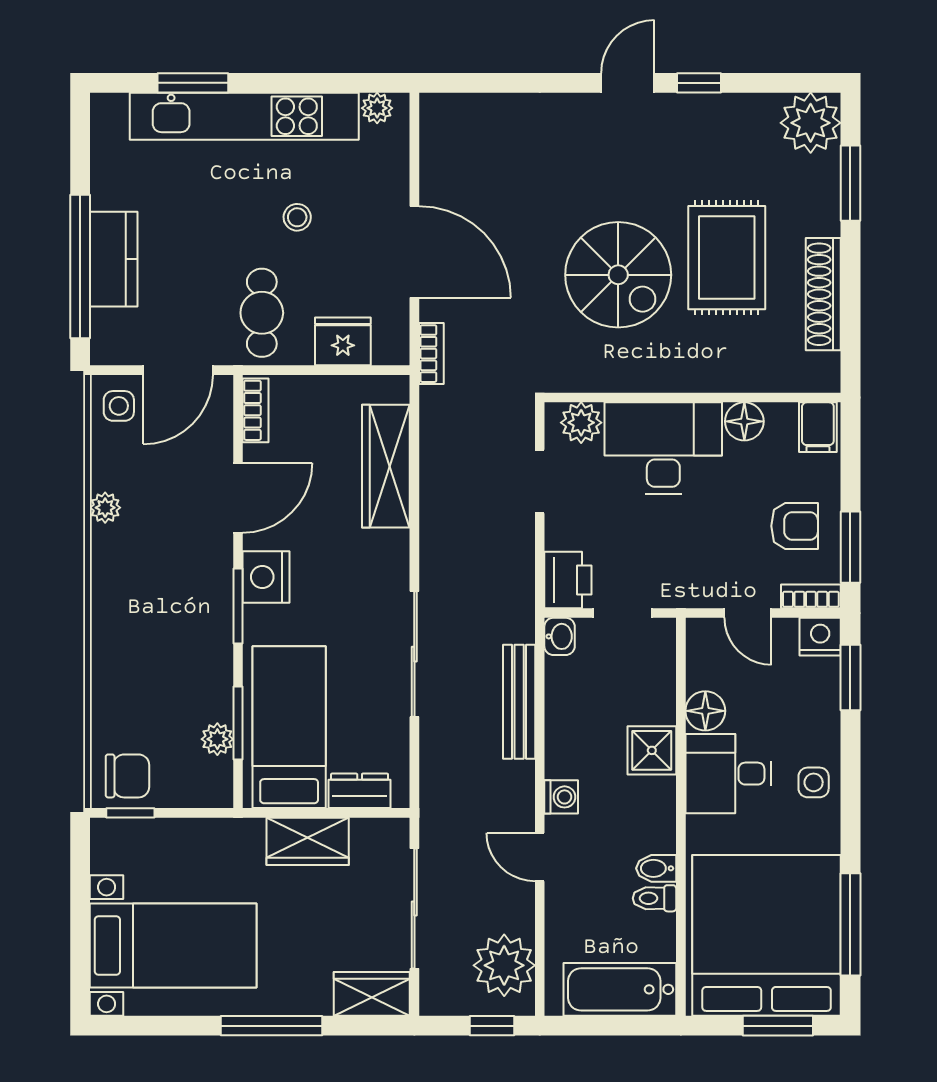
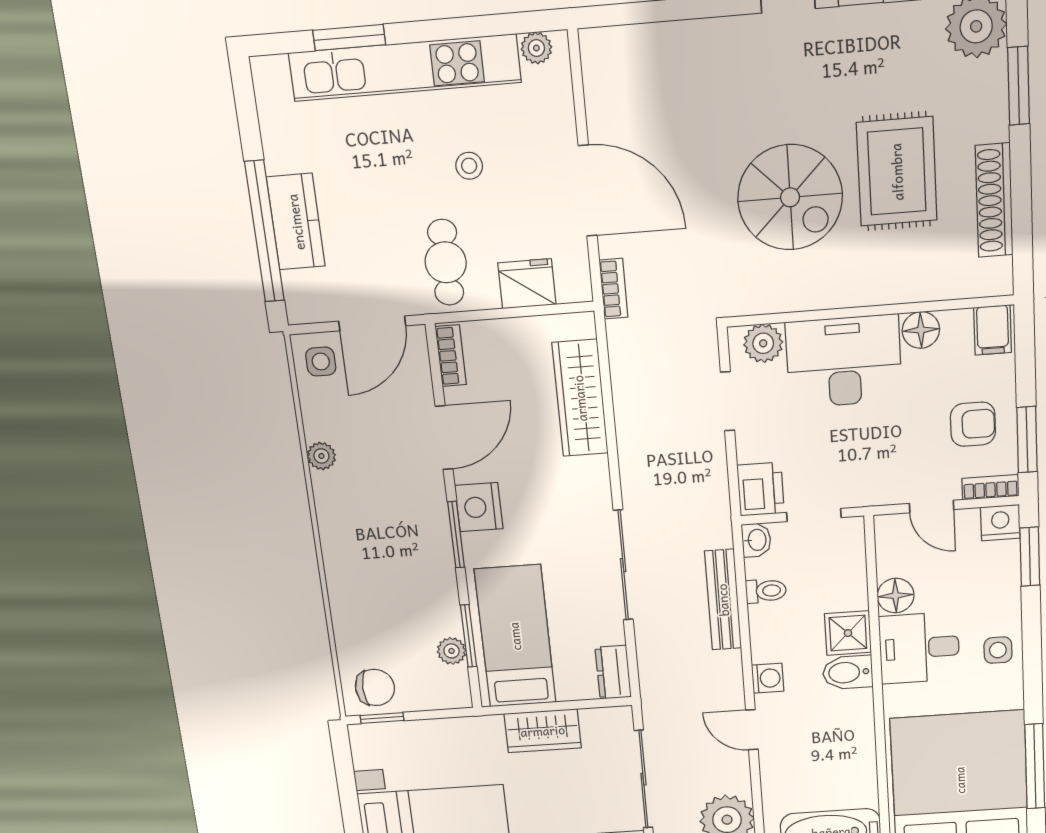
dresser: (360, 791) -> (613, 672), moved, turned -90
bidet: (656, 868) -> (848, 672), moved, width x1.38, depth x1.36
toilet: (655, 898) -> (766, 591), moved, turned 180

